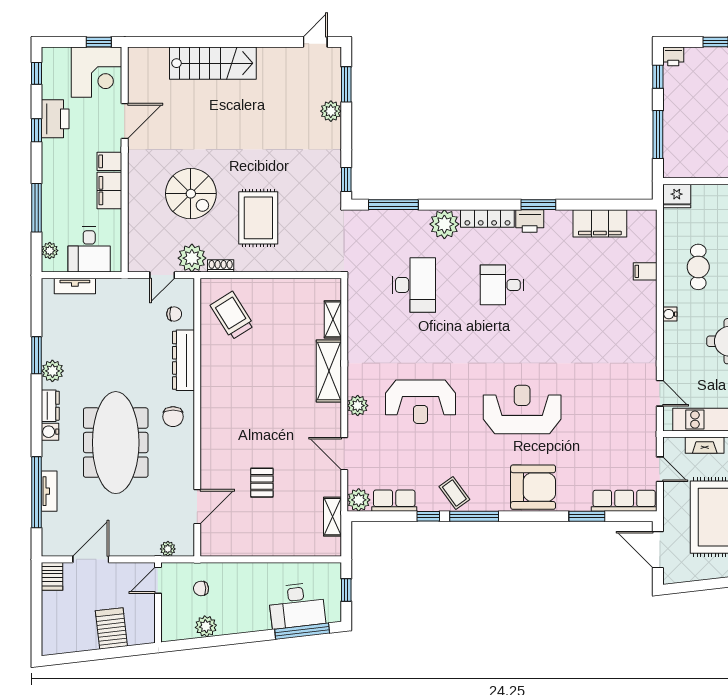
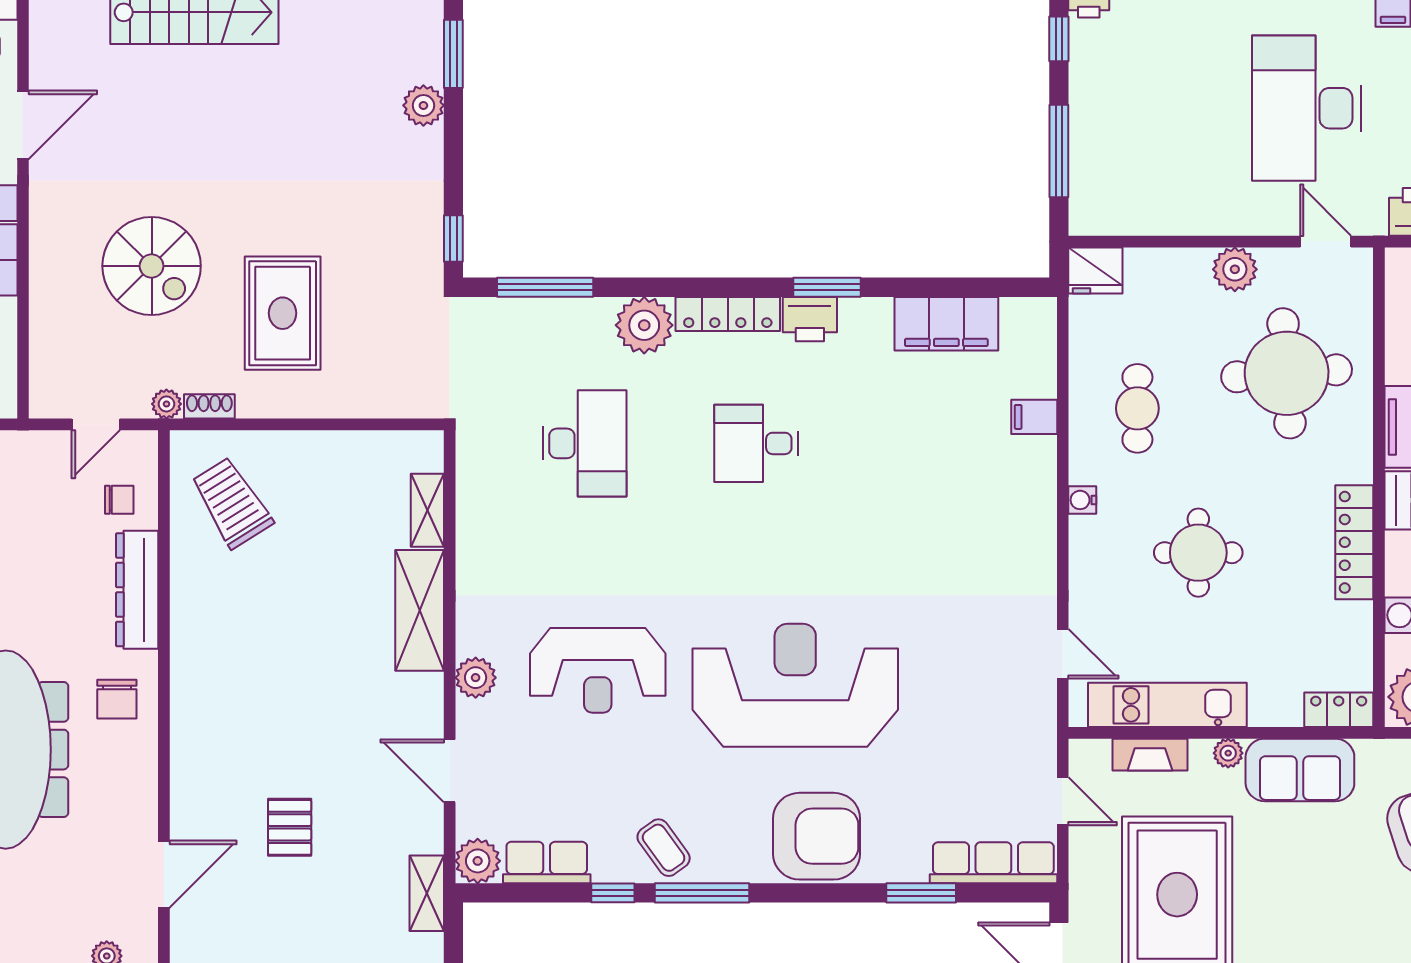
plant: (192, 258) -> (166, 404), width x0.53, depth x0.53
reception desk: (522, 409) -> (795, 685), width x1.36, depth x1.30

